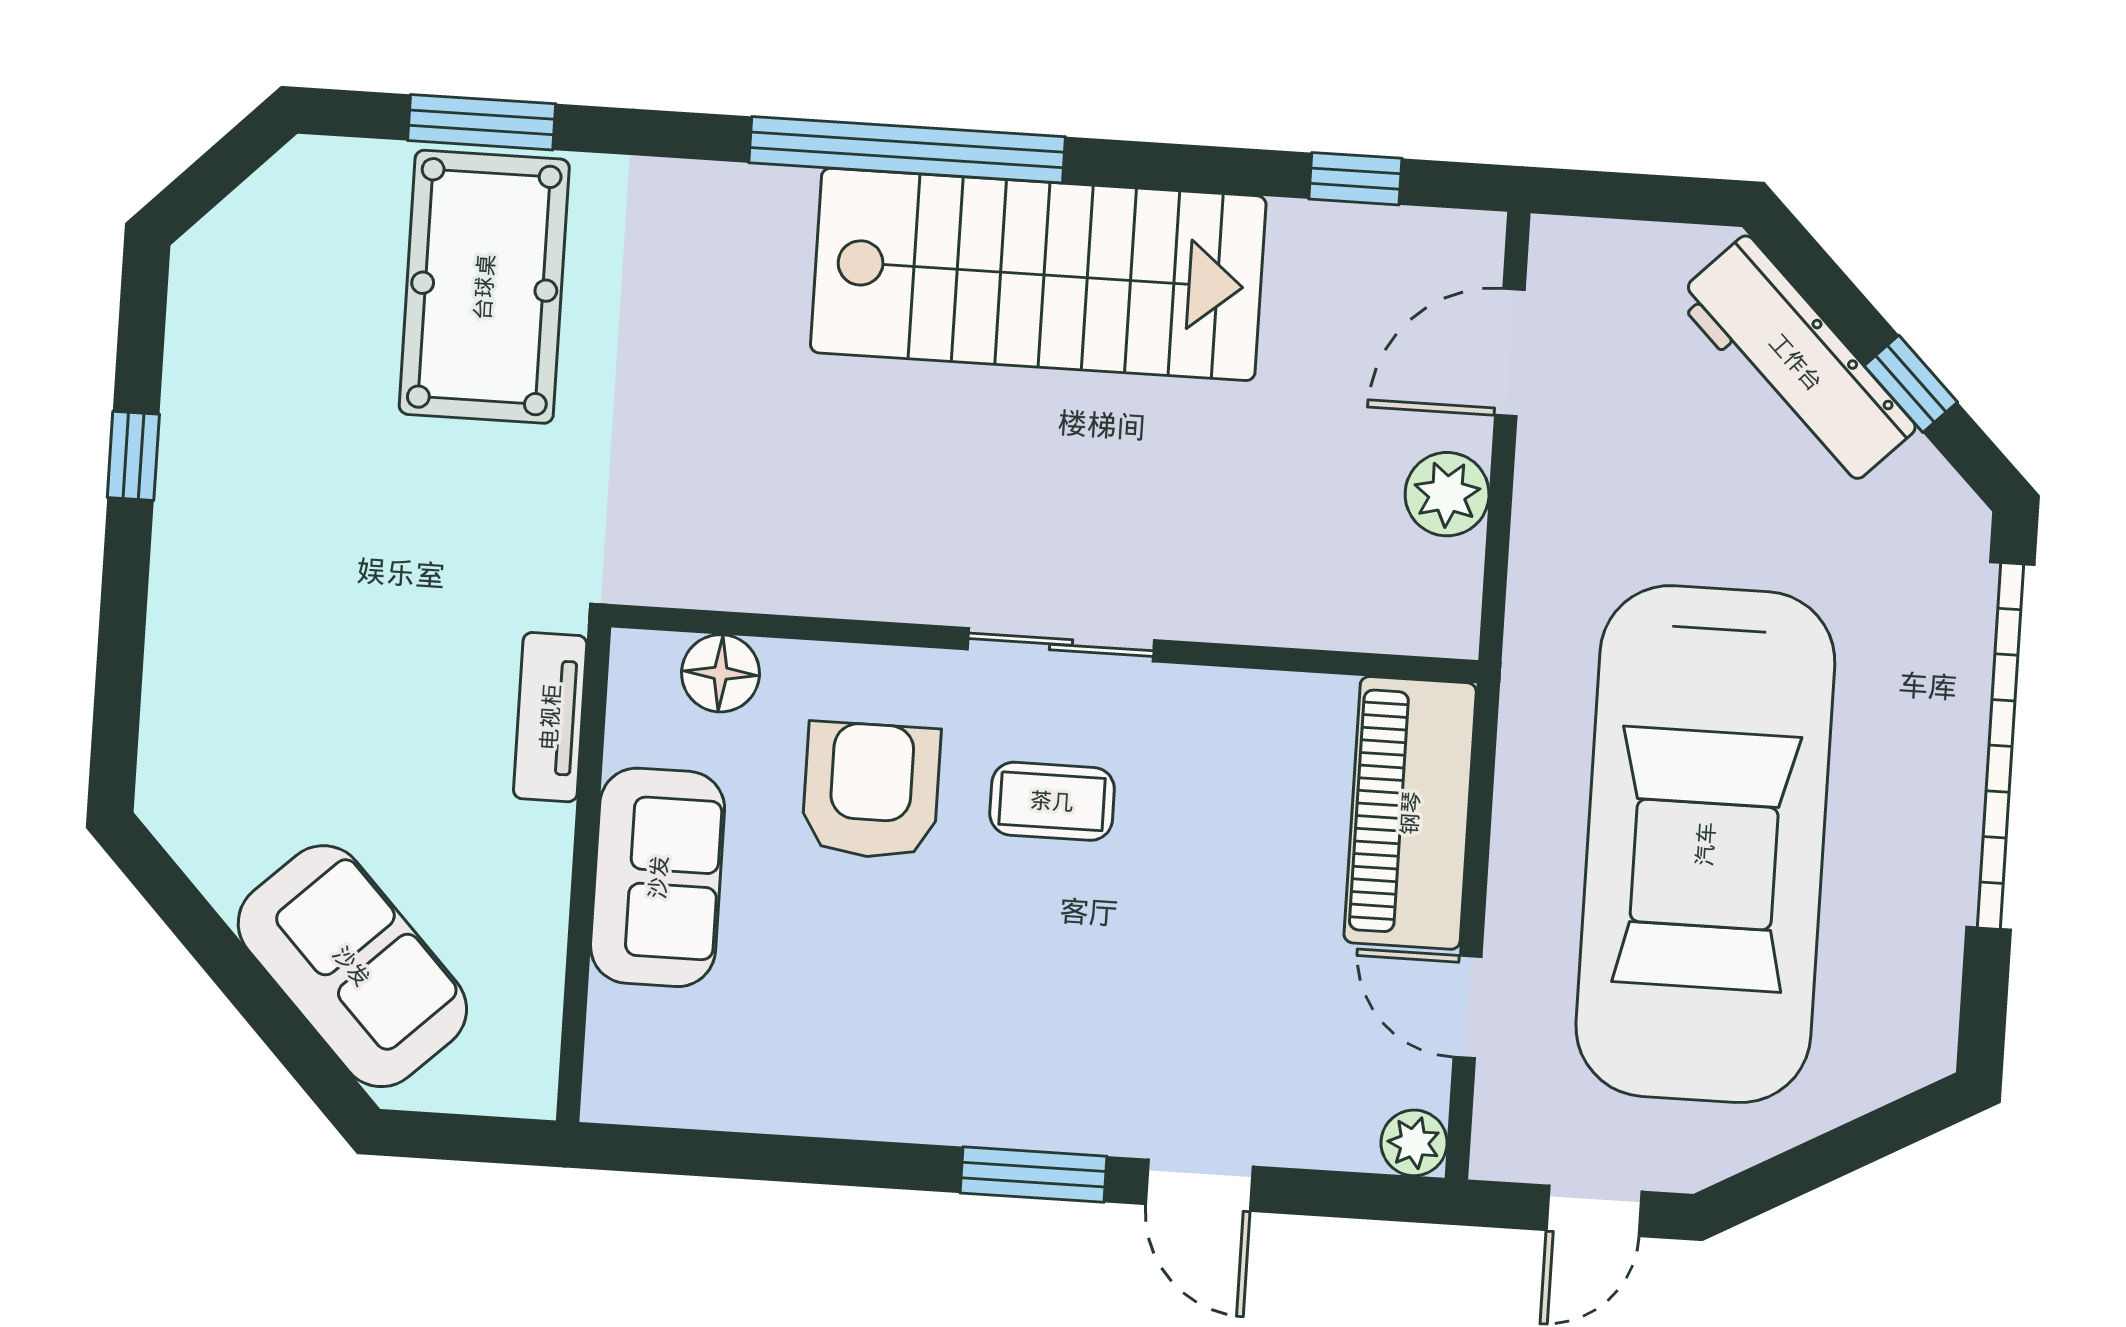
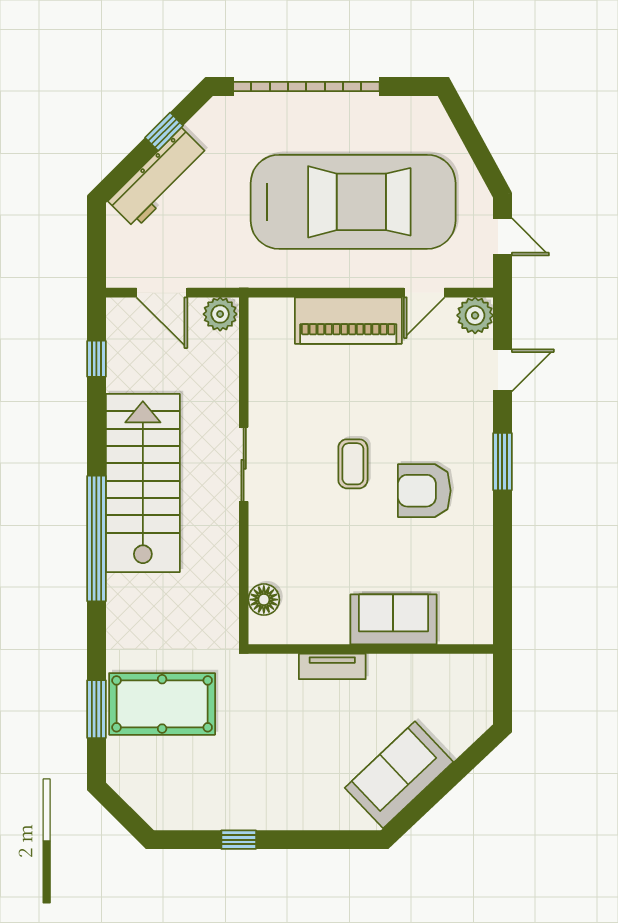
wall: (1045, 644) -> (244, 471), moved
sliding door: (1061, 645) -> (244, 464), moved
floor lamp: (721, 673) -> (264, 600), moved
armchair: (871, 791) -> (424, 491), moved
sofa: (352, 966) -> (399, 775), moved
plant: (1414, 1143) -> (475, 315), width x1.38, depth x1.38
door: (1199, 1185) -> (502, 370), moved

